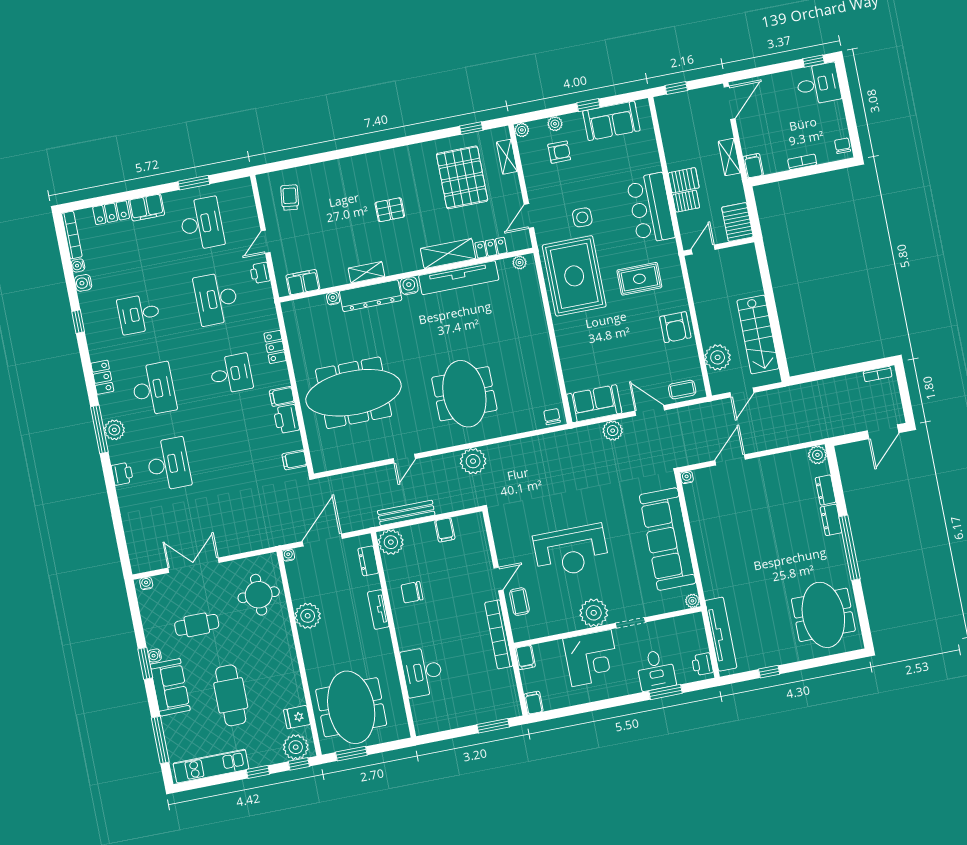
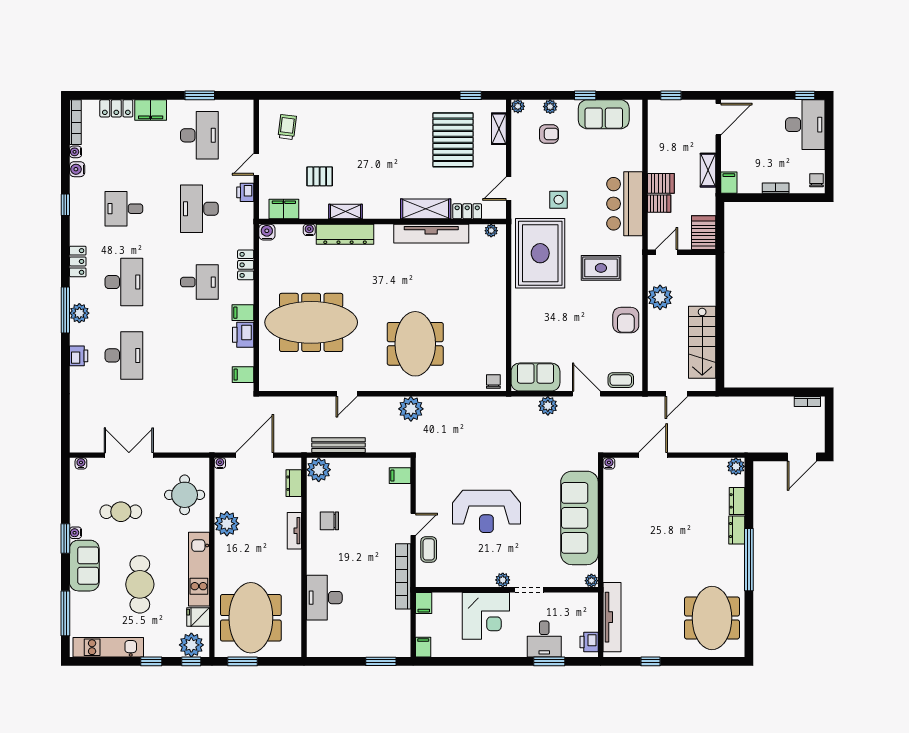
desk: (818, 84) -> (805, 125), width x1.37
pallet: (390, 210) -> (320, 176), moved
water cooler: (409, 286) -> (267, 232), moved
plant: (718, 357) -> (660, 297), moved
filing cabinet: (445, 530) -> (400, 476), moved, turned 90
plant: (594, 613) -> (503, 580), width x0.53, depth x0.53
kitchen unit: (288, 668) -> (199, 569), added

